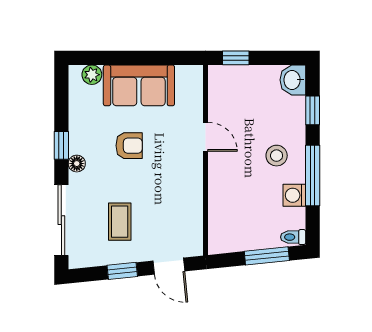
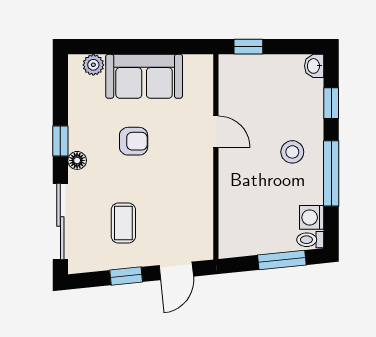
washbasin: (293, 80) -> (314, 66), width x0.72, depth x0.69
washing machine: (294, 195) -> (312, 217), moved
door: (169, 266) -> (176, 271), hinge flipped

